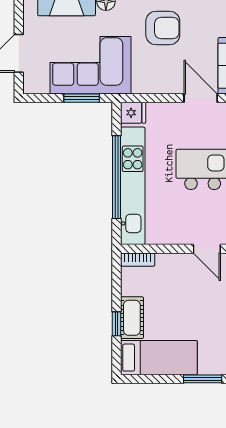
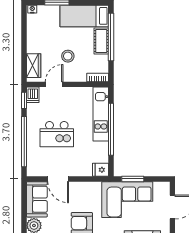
kitchen unit: (133, 186) -> (101, 114), width x0.73
door: (207, 249) -> (54, 84), hinge flipped
stool: (185, 294) -> (68, 56), added
window: (116, 324) -> (111, 37), width x3.17

